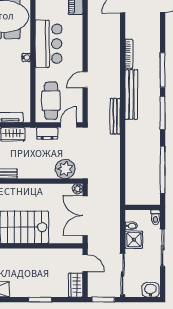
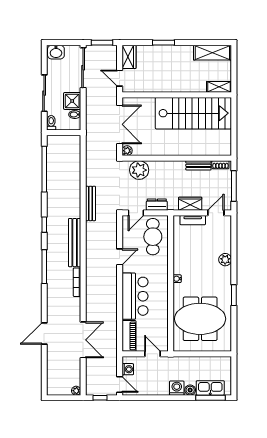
bar counter: (49, 44) -> (135, 296), moved, turned 180
window: (163, 113) -> (44, 225), width x0.46
bench: (115, 116) -> (90, 203), moved

